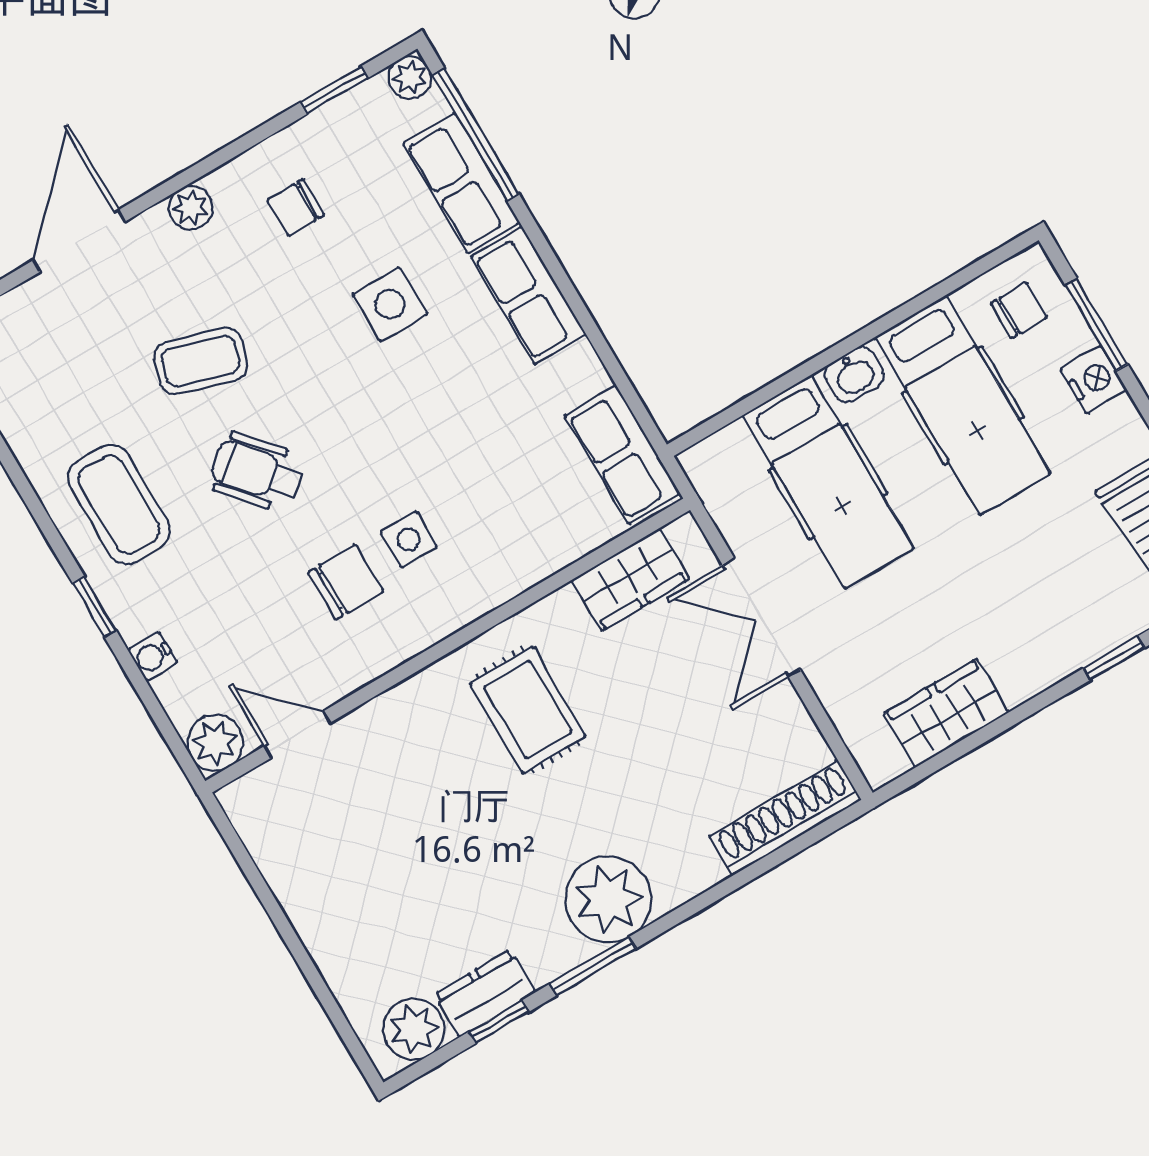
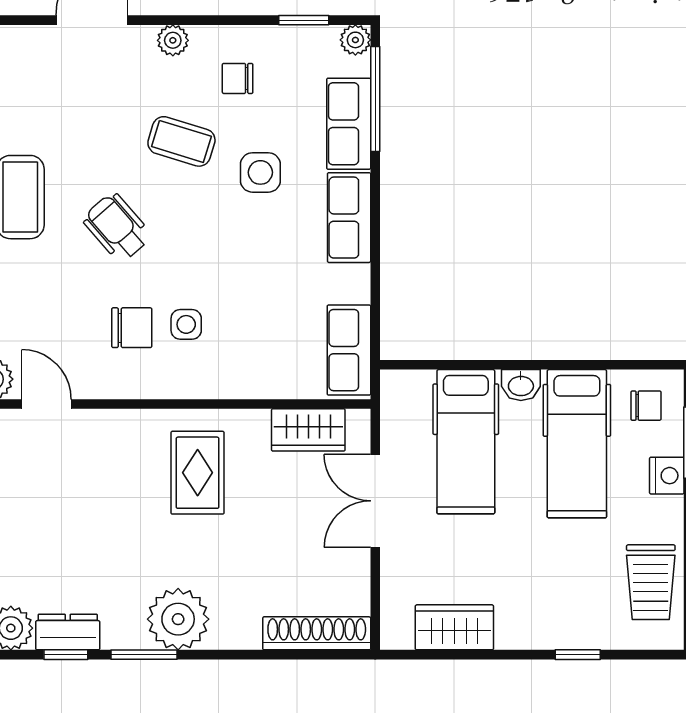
coffee table: (201, 361) -> (181, 141), moved

